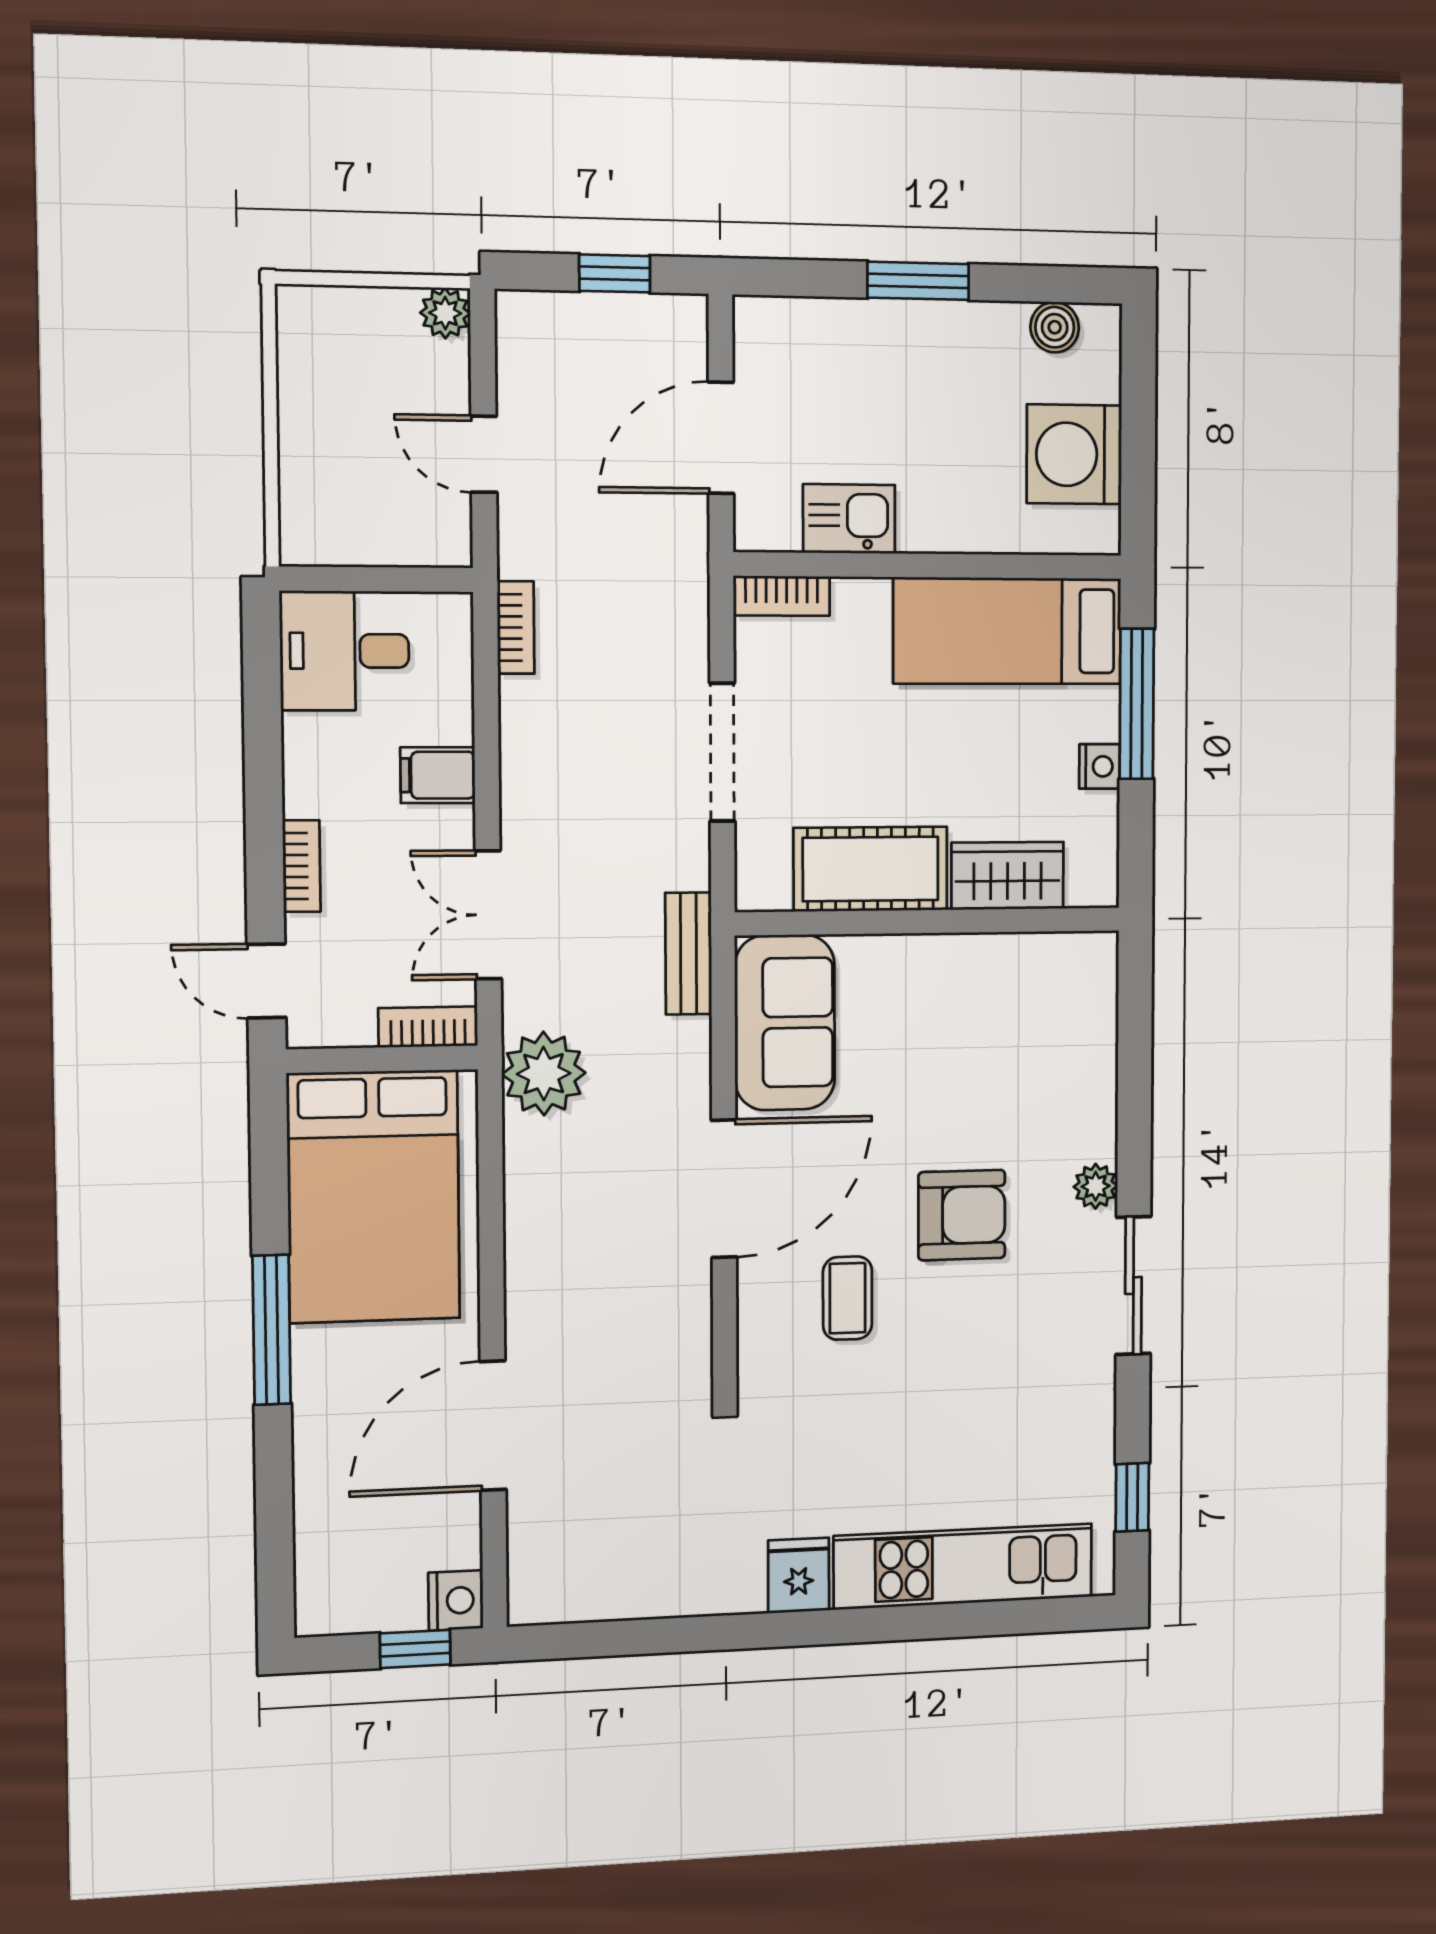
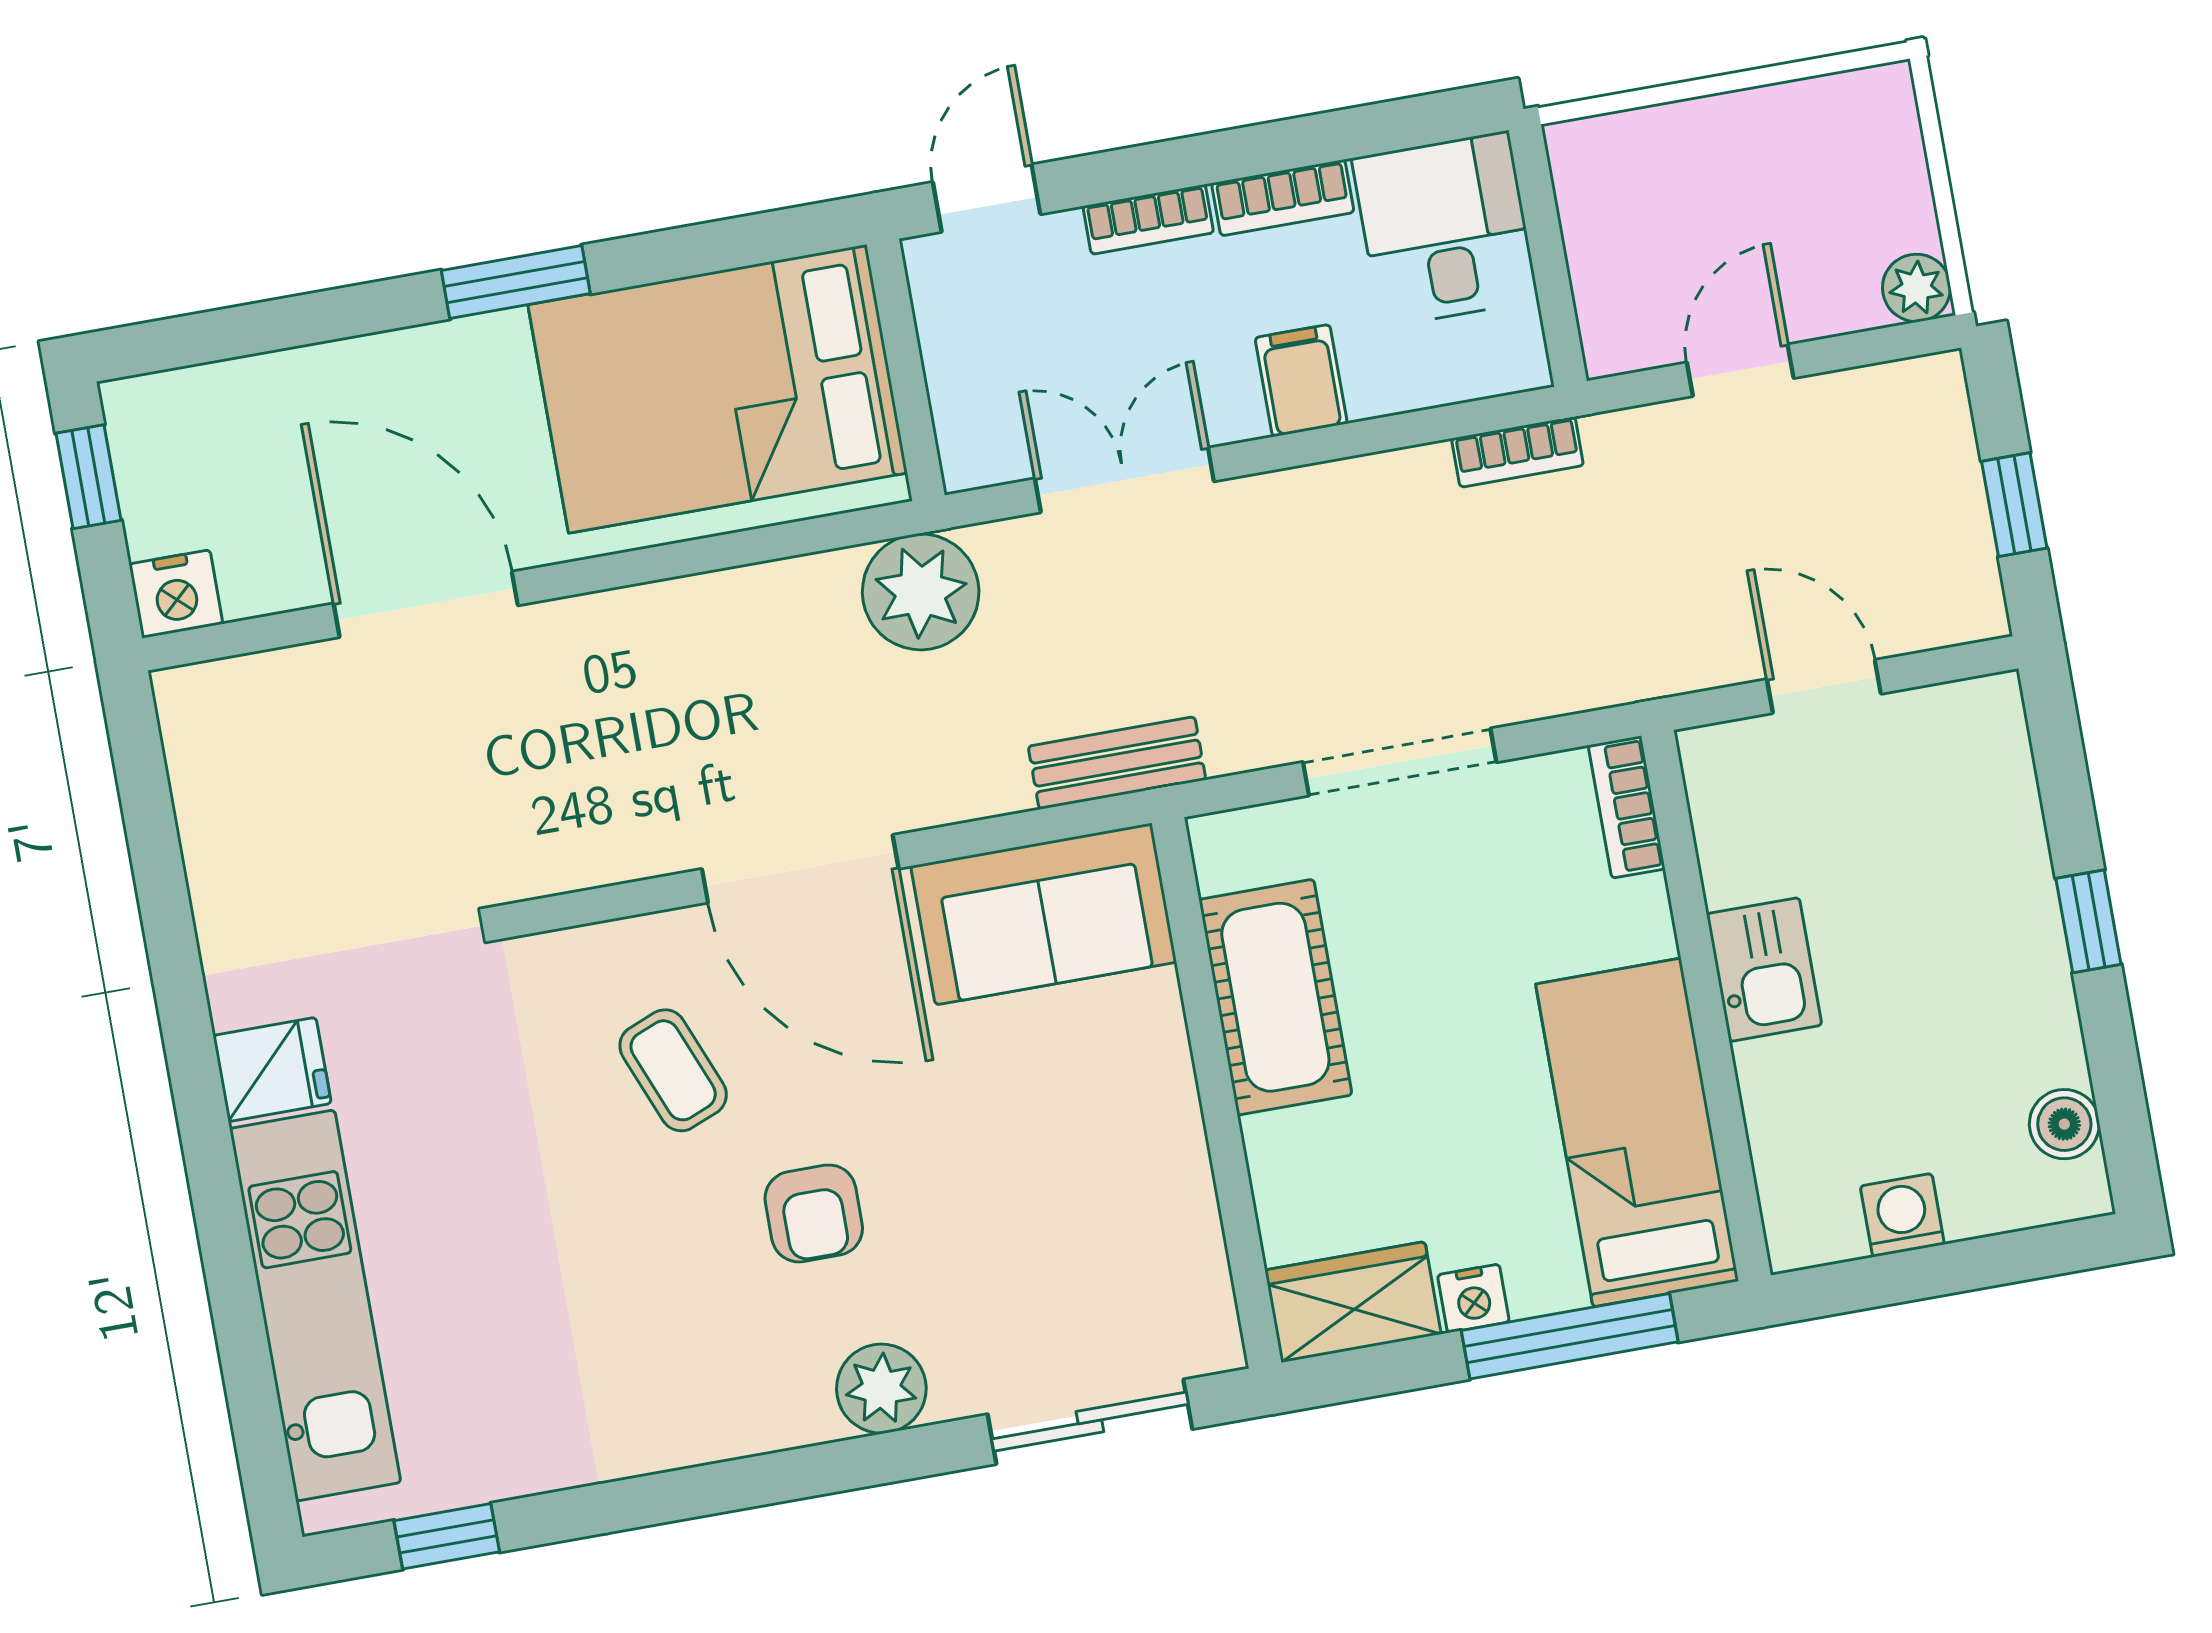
window: (918, 281) -> (2088, 921), width x0.67
door: (721, 438) -> (1824, 687), width x0.73
washing machine: (1074, 454) -> (1902, 1215), width x0.53, depth x0.53
kitchen sink: (849, 519) -> (1764, 970), moved
wardrobe: (1008, 876) -> (1353, 1302), moved, turned -90
bookcase: (428, 1027) -> (1283, 198), moved, turned 90
plant: (1096, 1186) -> (881, 1389), width x1.38, depth x1.38
armchair: (962, 1215) -> (814, 1213), width x0.72, depth x0.72
sliding door: (1133, 1286) -> (1090, 1422), moved
coffee table: (847, 1298) -> (673, 1070), turned 68
window: (272, 1330) -> (516, 282), width x0.69
window: (415, 1649) -> (88, 477), moved

